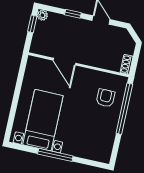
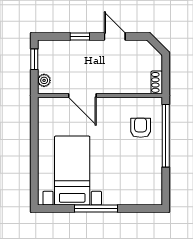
plant: (42, 15) -> (44, 80), moved

